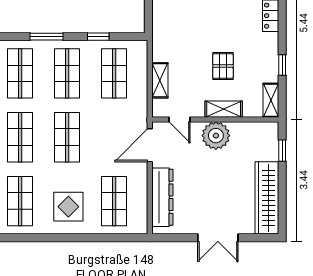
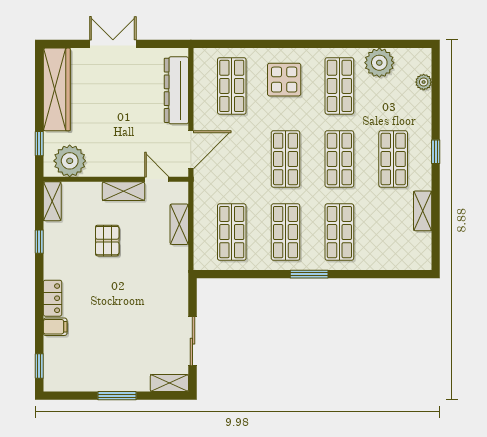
window: (98, 37) -> (250, 274), removed
shelving: (224, 109) -> (123, 191), moved
plant: (216, 136) -> (70, 161), moved

